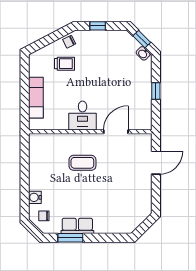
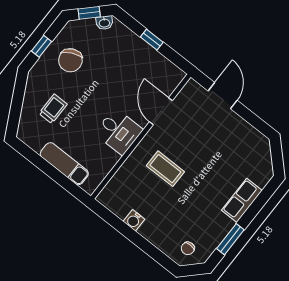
chair: (69, 42) -> (70, 60), moved, width x1.87, depth x1.87
coffee table: (82, 163) -> (165, 169), turned 90
water cooler: (35, 197) -> (134, 220), moved
row of seats: (77, 226) -> (242, 200), moved

